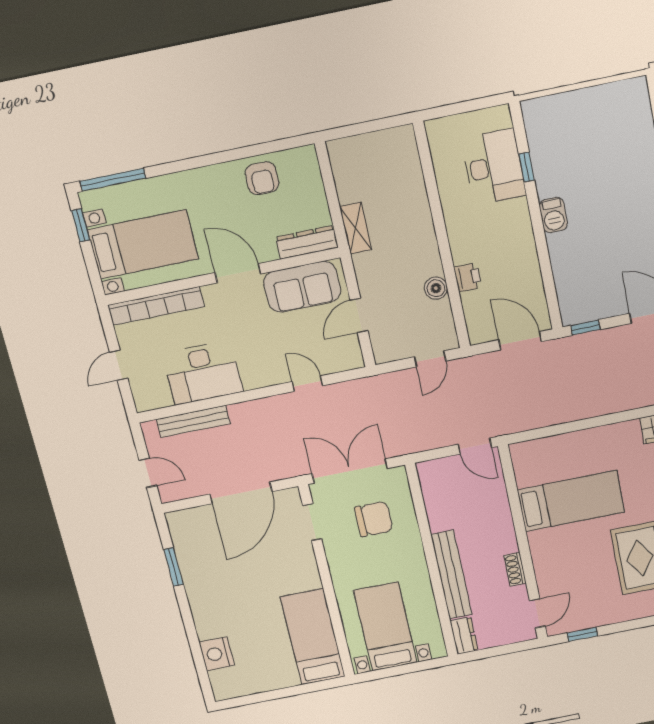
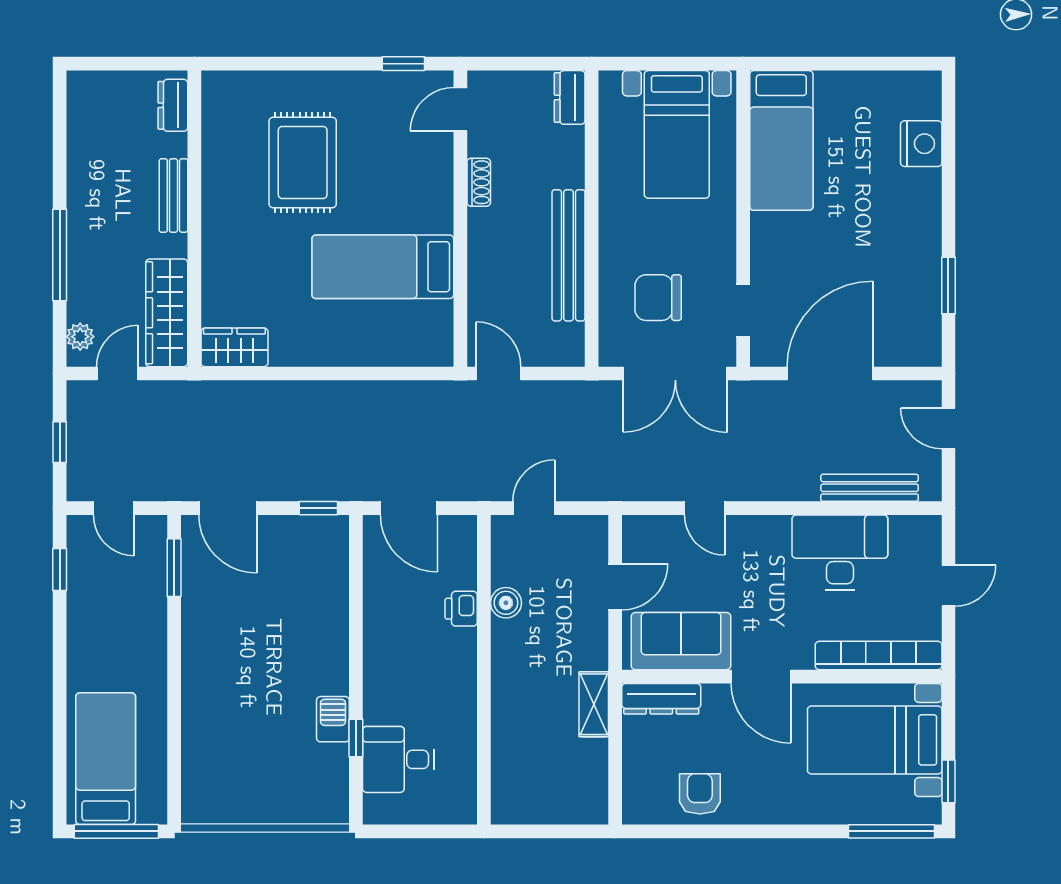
desk: (494, 167) -> (398, 759), width x0.73
barbecue: (553, 215) -> (333, 719), moved
bench: (451, 575) -> (569, 255), moved

